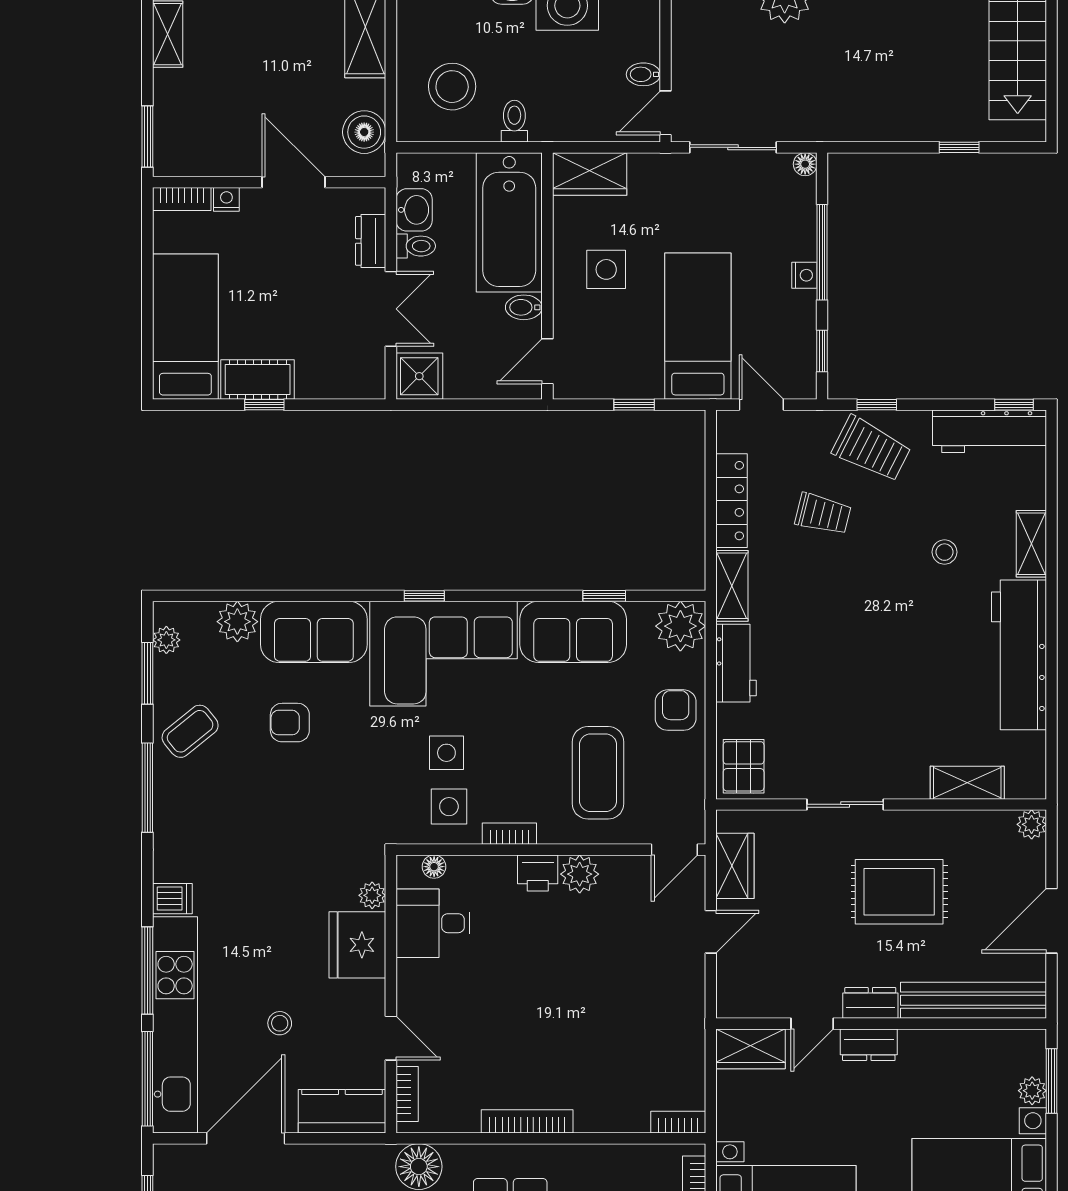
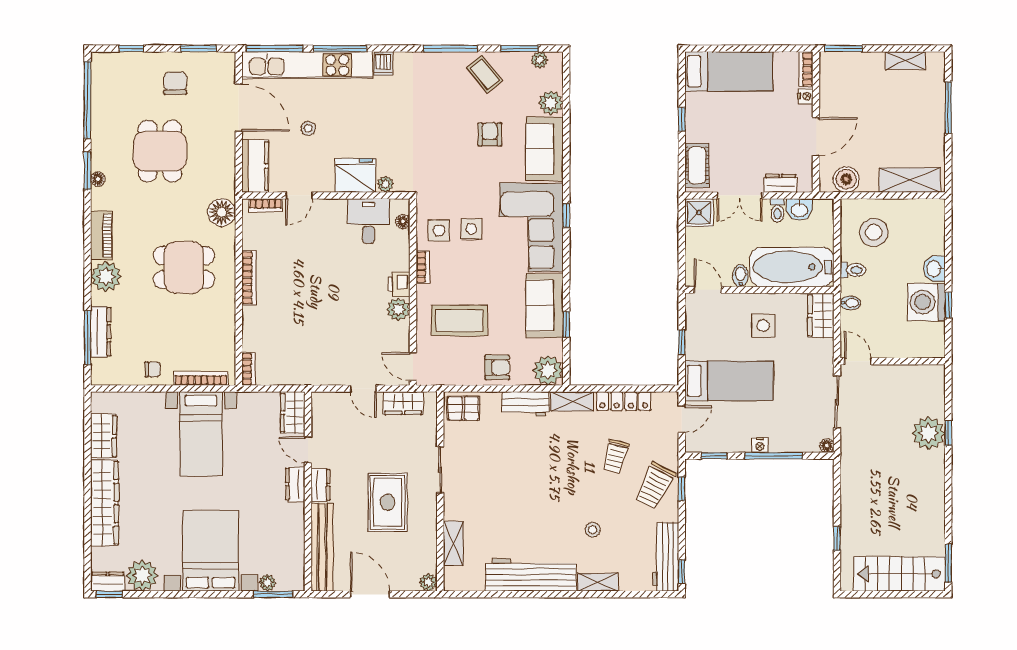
bidet: (643, 74) -> (850, 303), moved, turned 90
cot: (258, 379) -> (697, 165), moved

